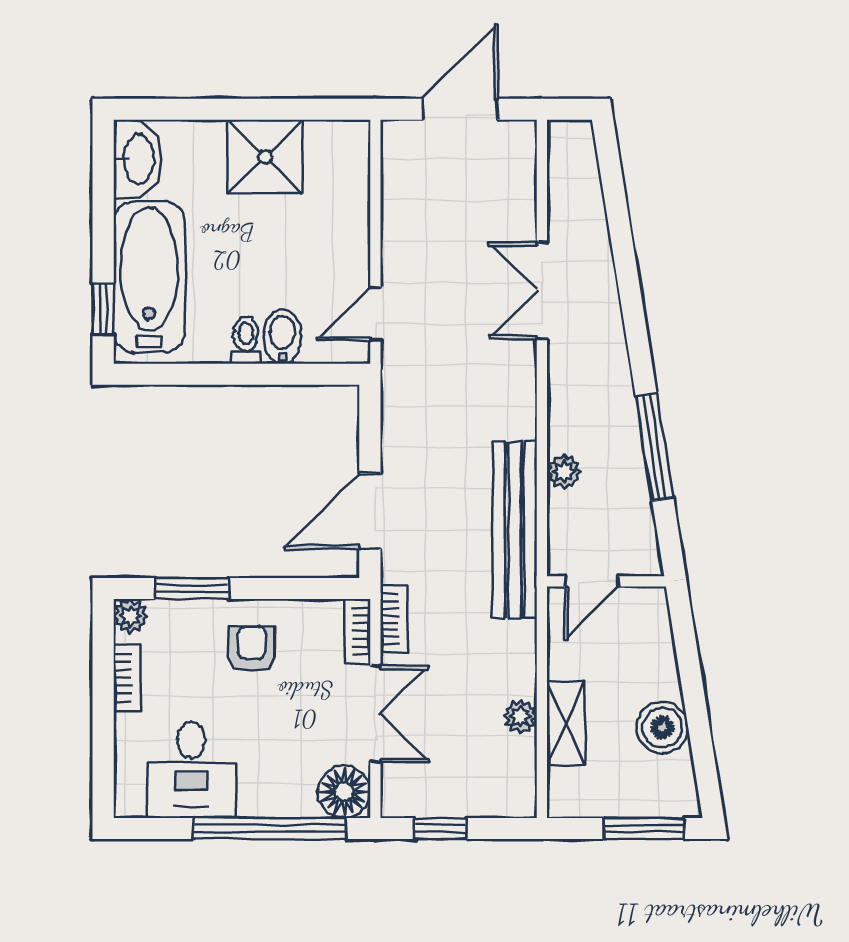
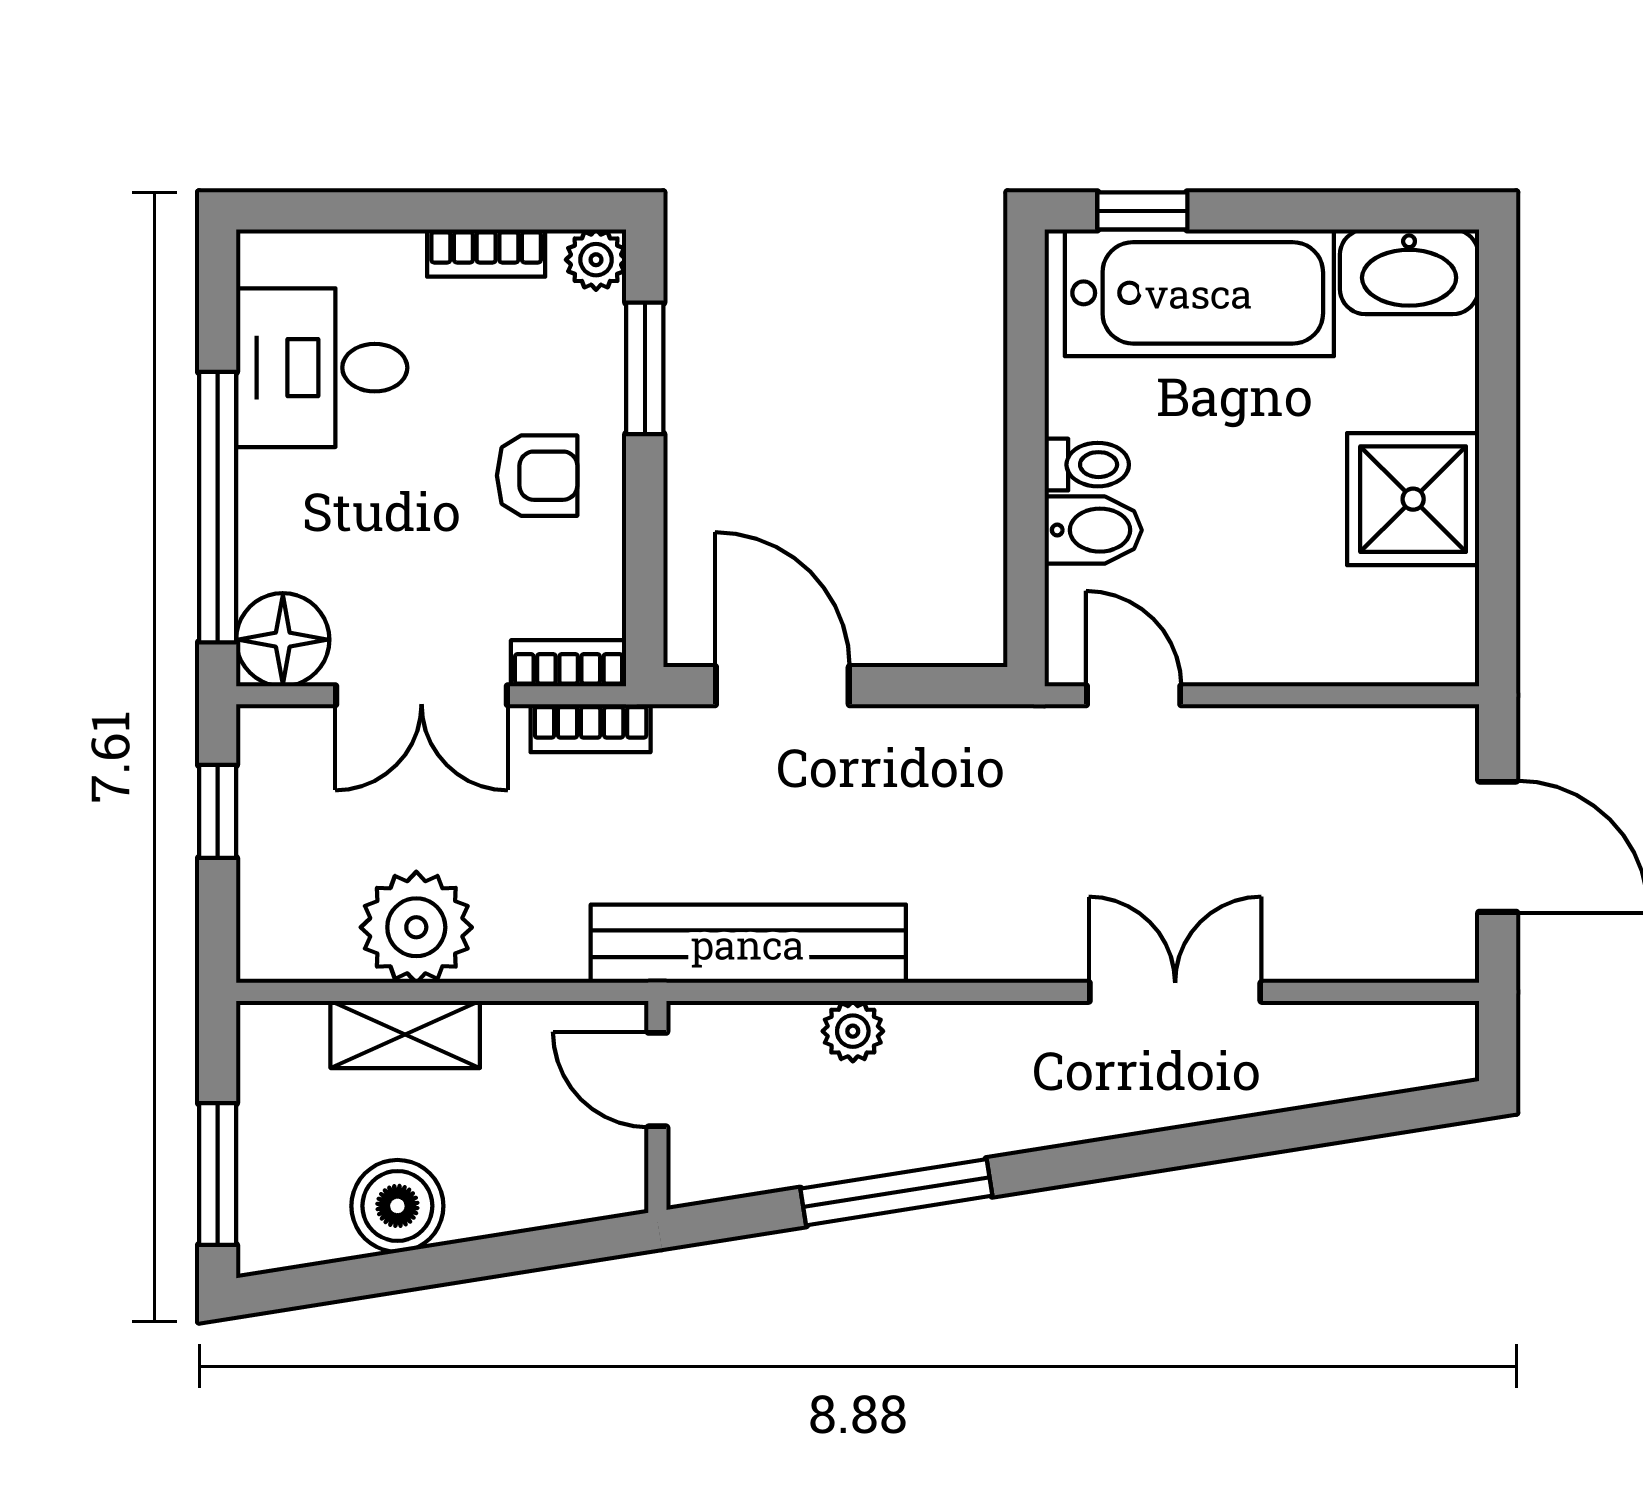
plant: (520, 717) -> (416, 927), width x1.87, depth x1.87

